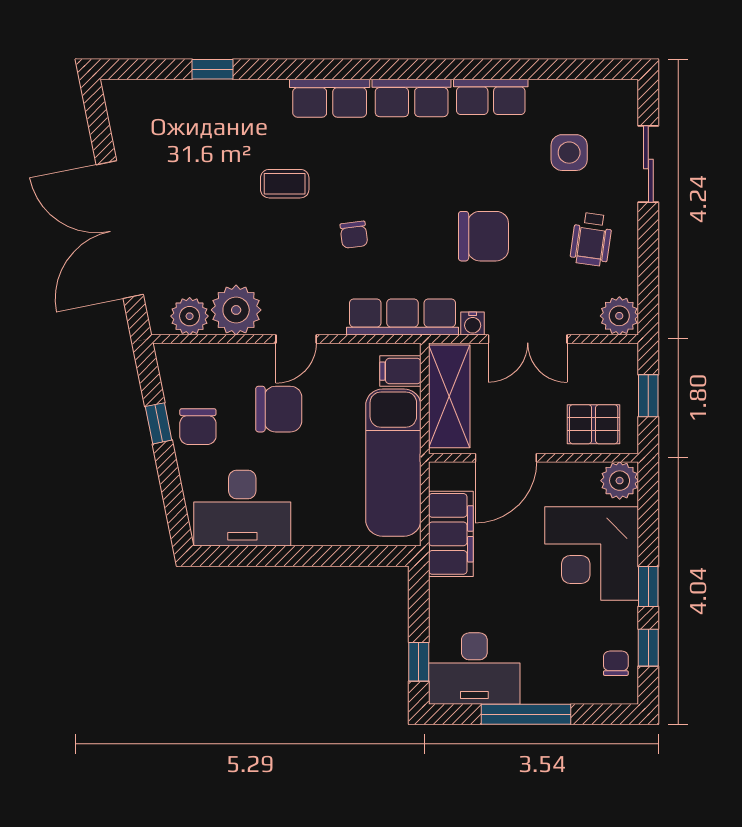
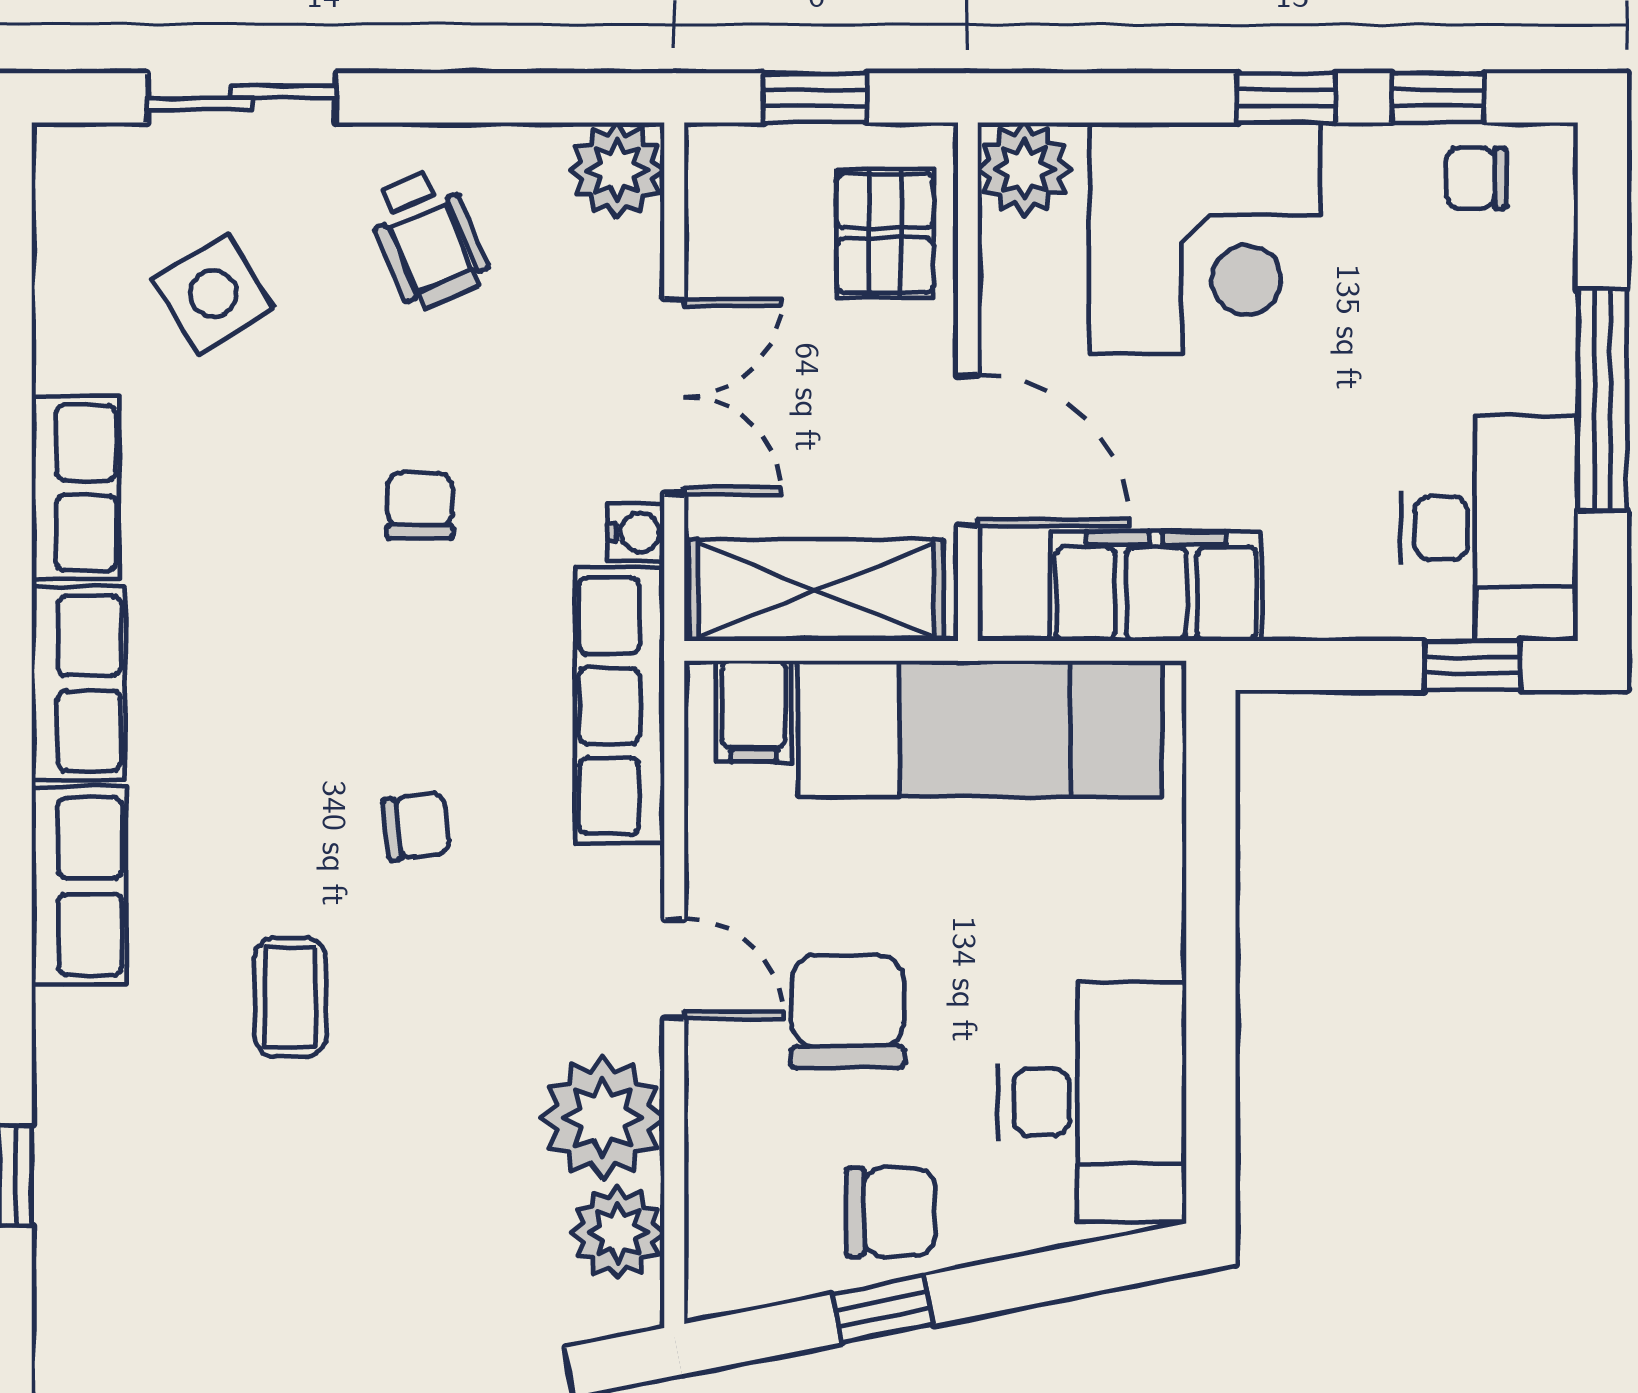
side table: (569, 153) -> (213, 294), turned -31
chair: (483, 236) -> (420, 506), width x0.54, depth x0.54
wheelchair: (591, 239) -> (428, 239), turned 59

